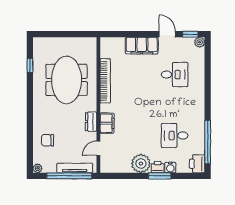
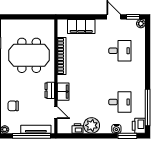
filing cabinet: (142, 46) -> (81, 26), moved
meeting table: (67, 80) -> (29, 55), turned 90
desk: (175, 136) -> (120, 102), turned 180
door: (98, 148) -> (56, 113), swing flipped
printer: (158, 167) -> (78, 128), moved
window: (160, 176) -> (127, 136), moved

